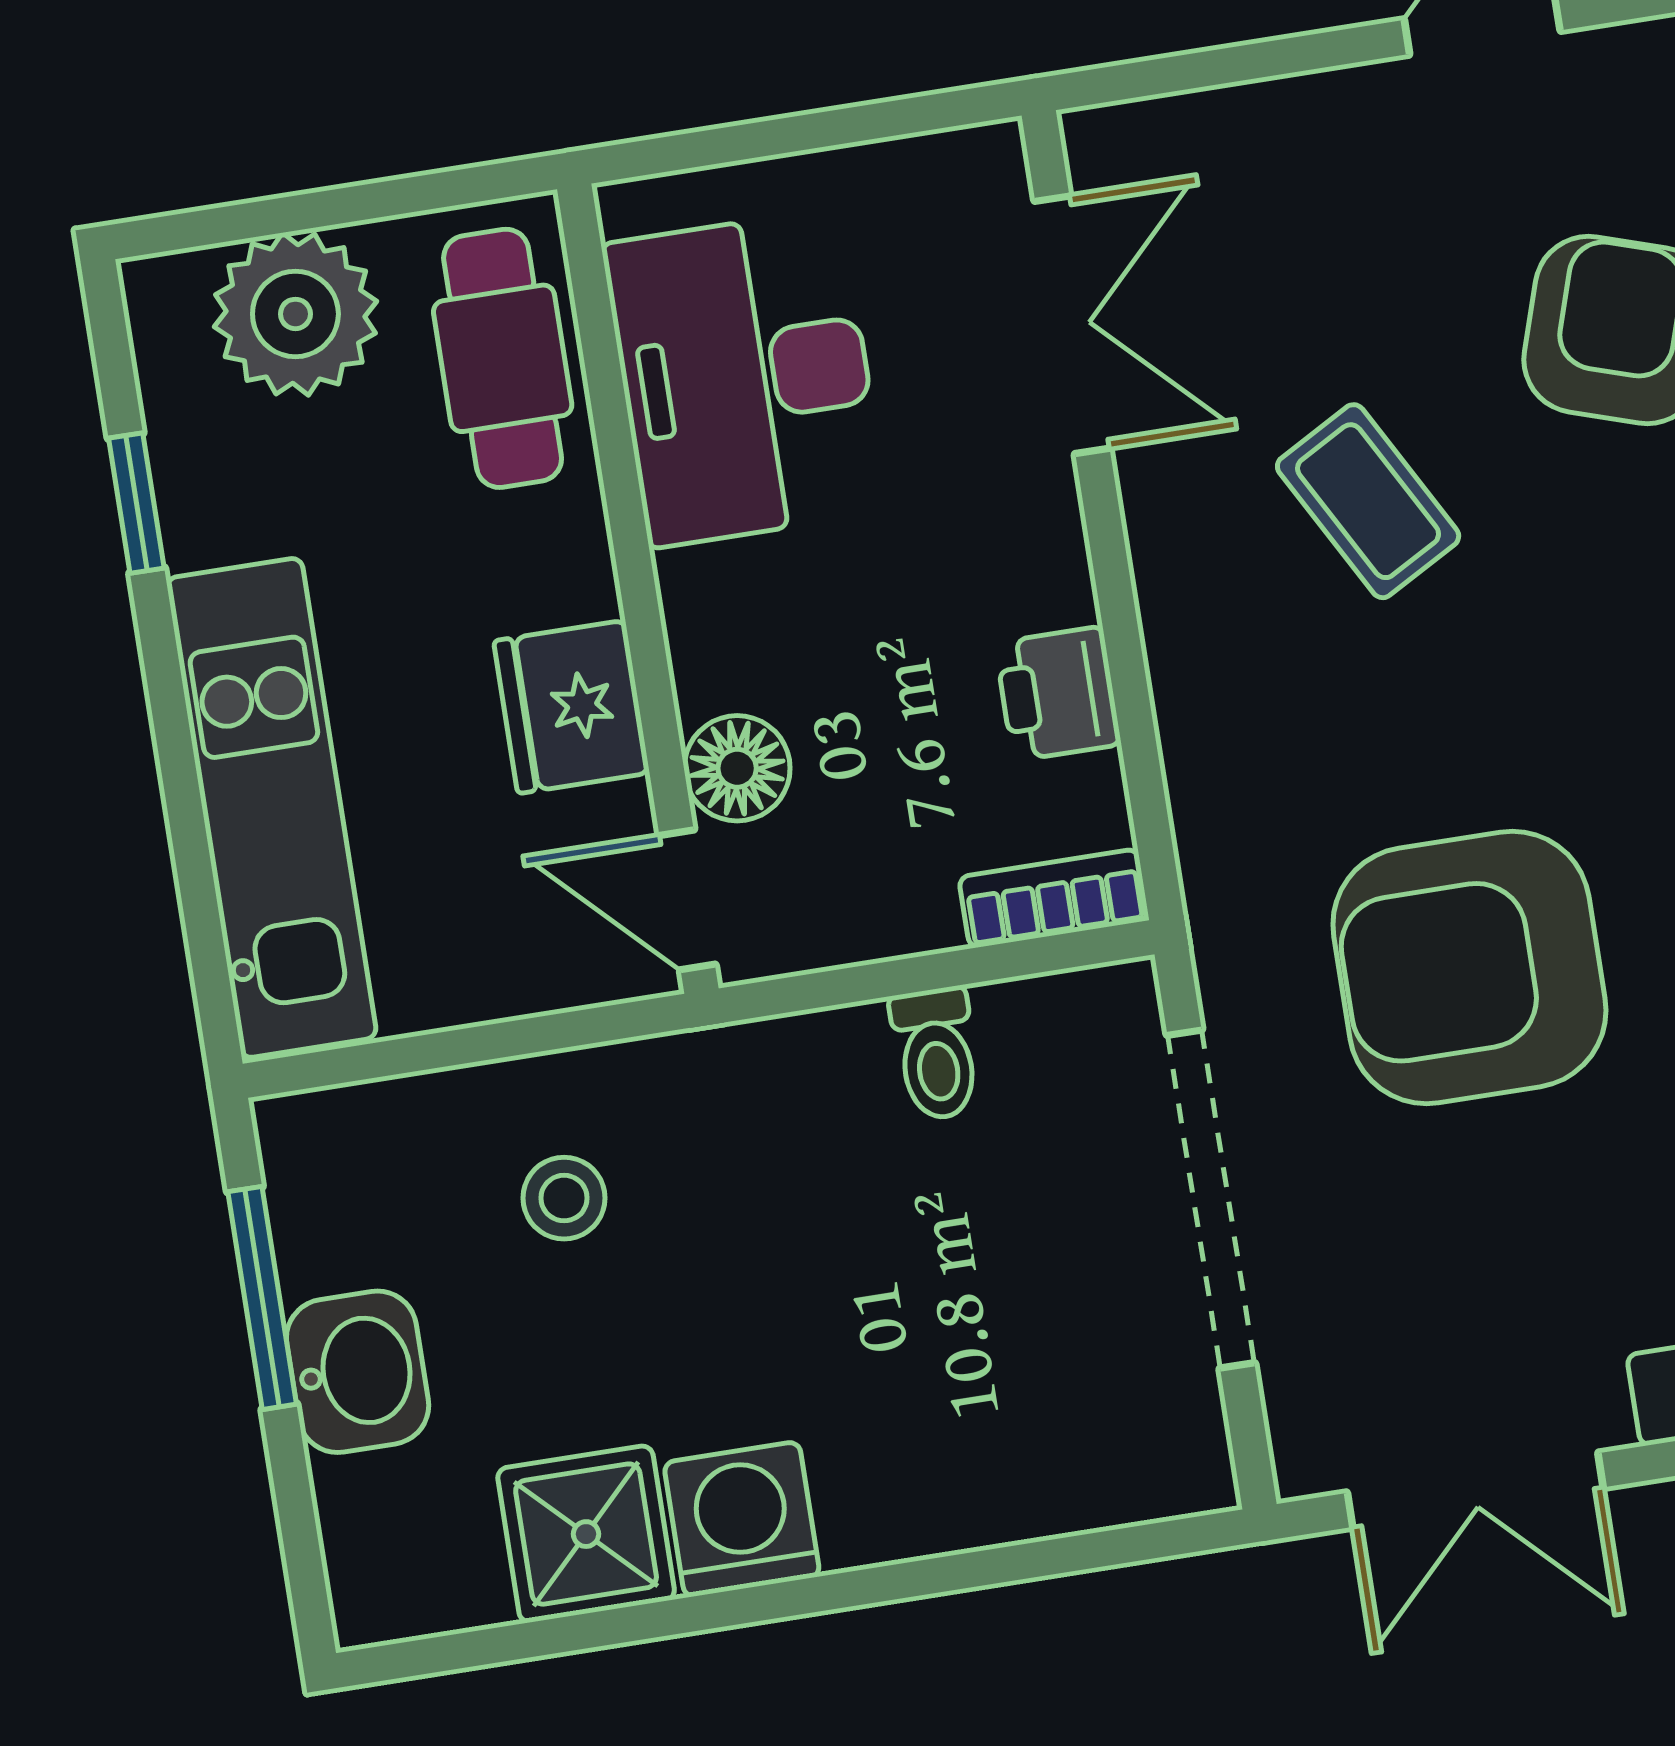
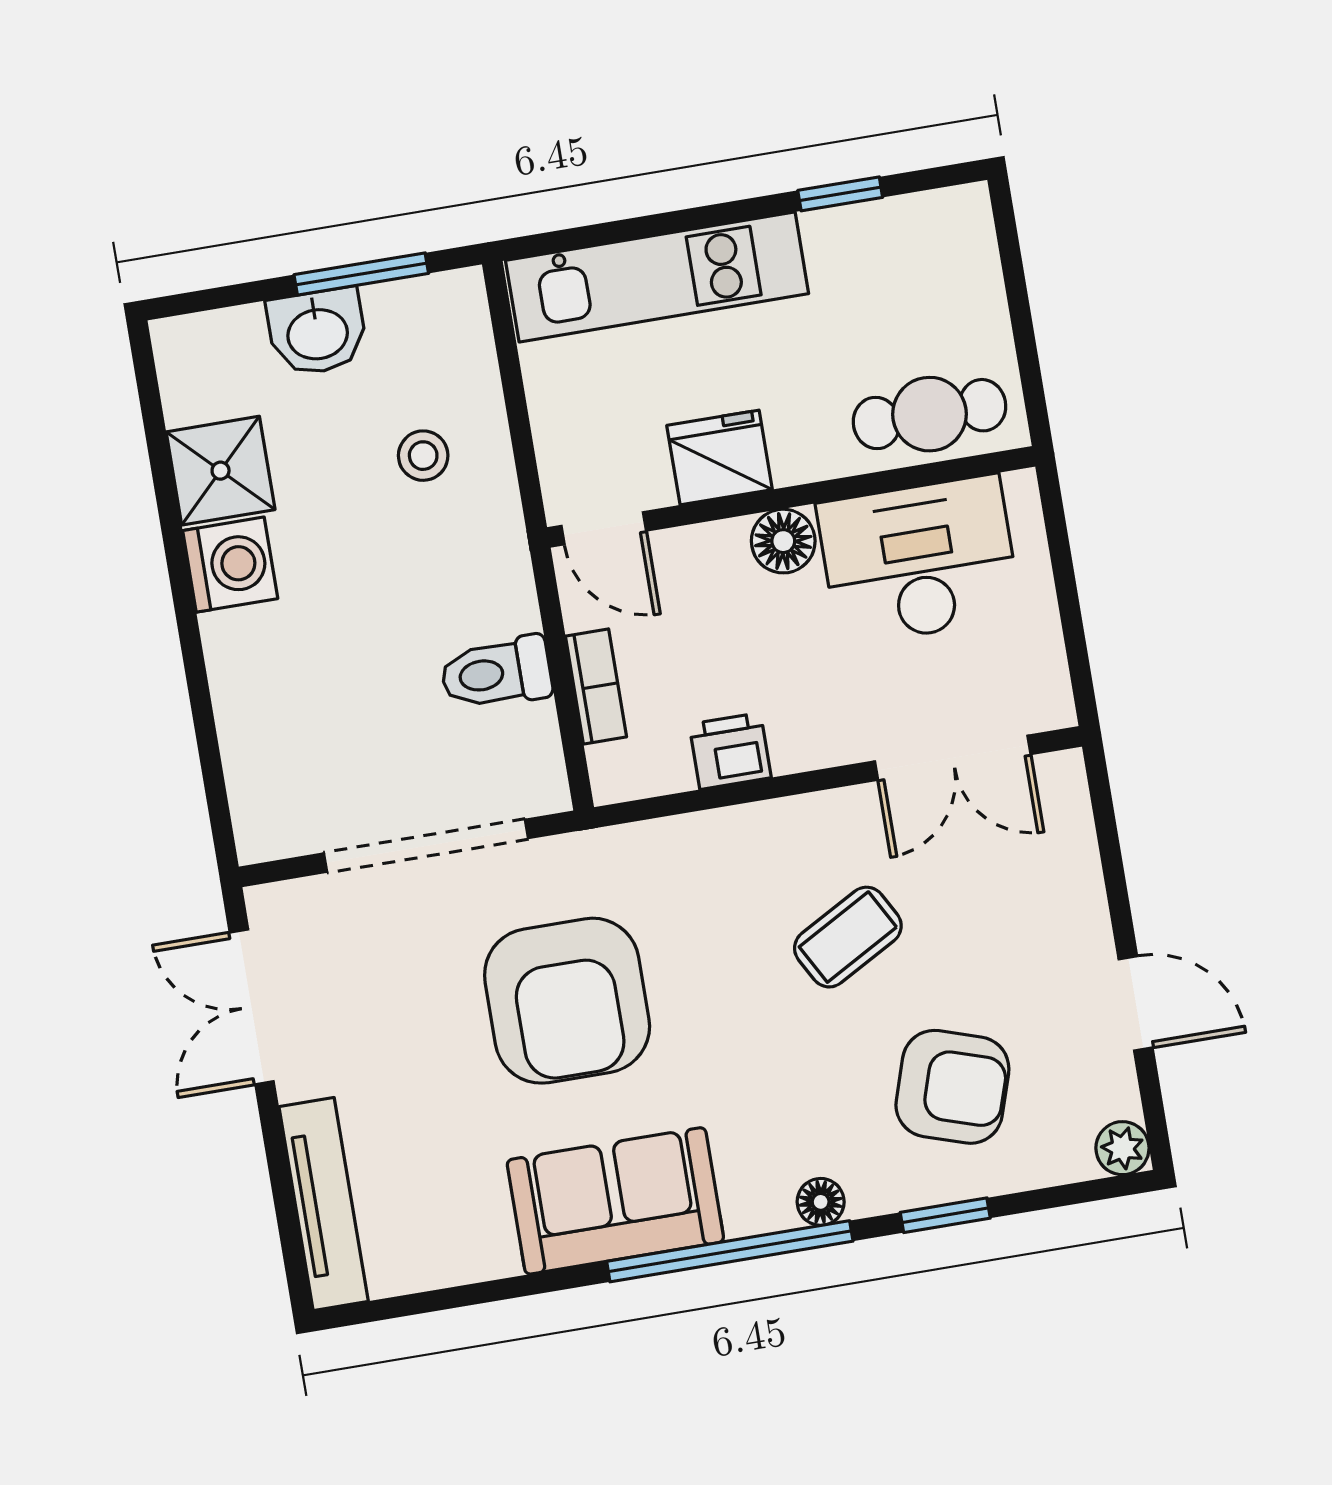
plant: (295, 314) -> (955, 289), removed
floor lamp: (737, 768) -> (783, 541), moved
bookcase: (1054, 899) -> (596, 687), moved
door: (687, 900) -> (604, 528), swing flipped
armchair: (1469, 967) -> (567, 1001), turned 180
toilet: (936, 1054) -> (496, 673), width x1.37, depth x1.39

